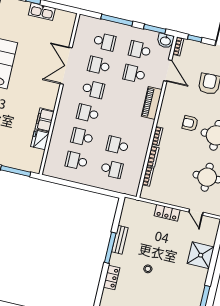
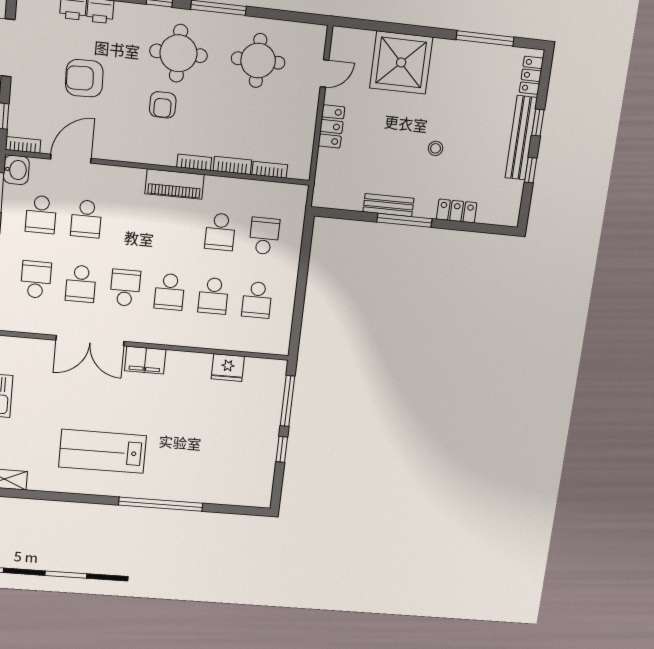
piano: (152, 103) -> (175, 184), moved
filing cabinet: (45, 120) -> (145, 360), moved
shower: (201, 255) -> (401, 63), width x1.37, depth x1.37

